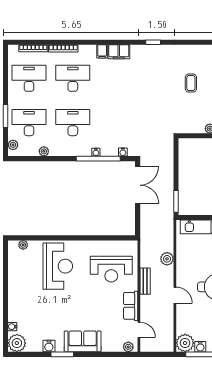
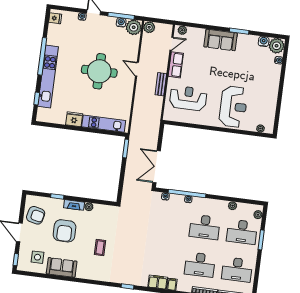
plant: (167, 259) -> (149, 27), moved
reception desk: (58, 266) -> (233, 107), turned 180
door: (139, 330) -> (171, 44), swing flipped
water cooler: (49, 346) -> (264, 41), moved

